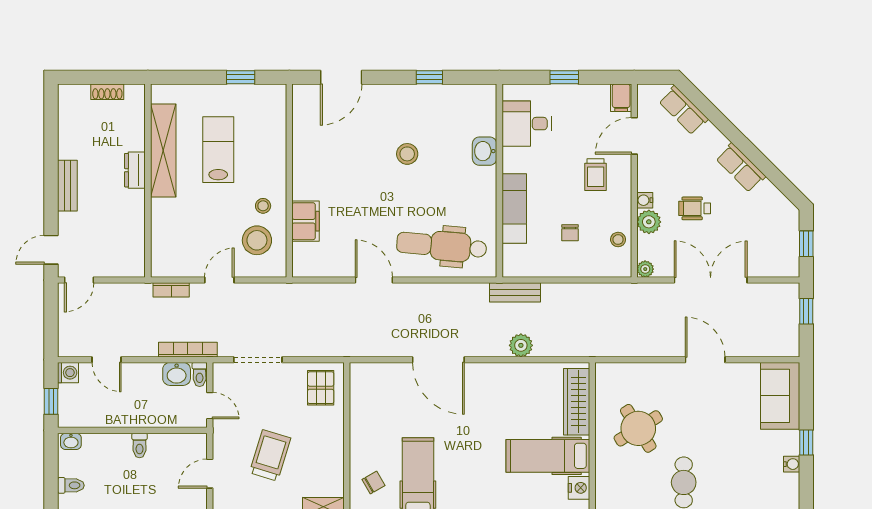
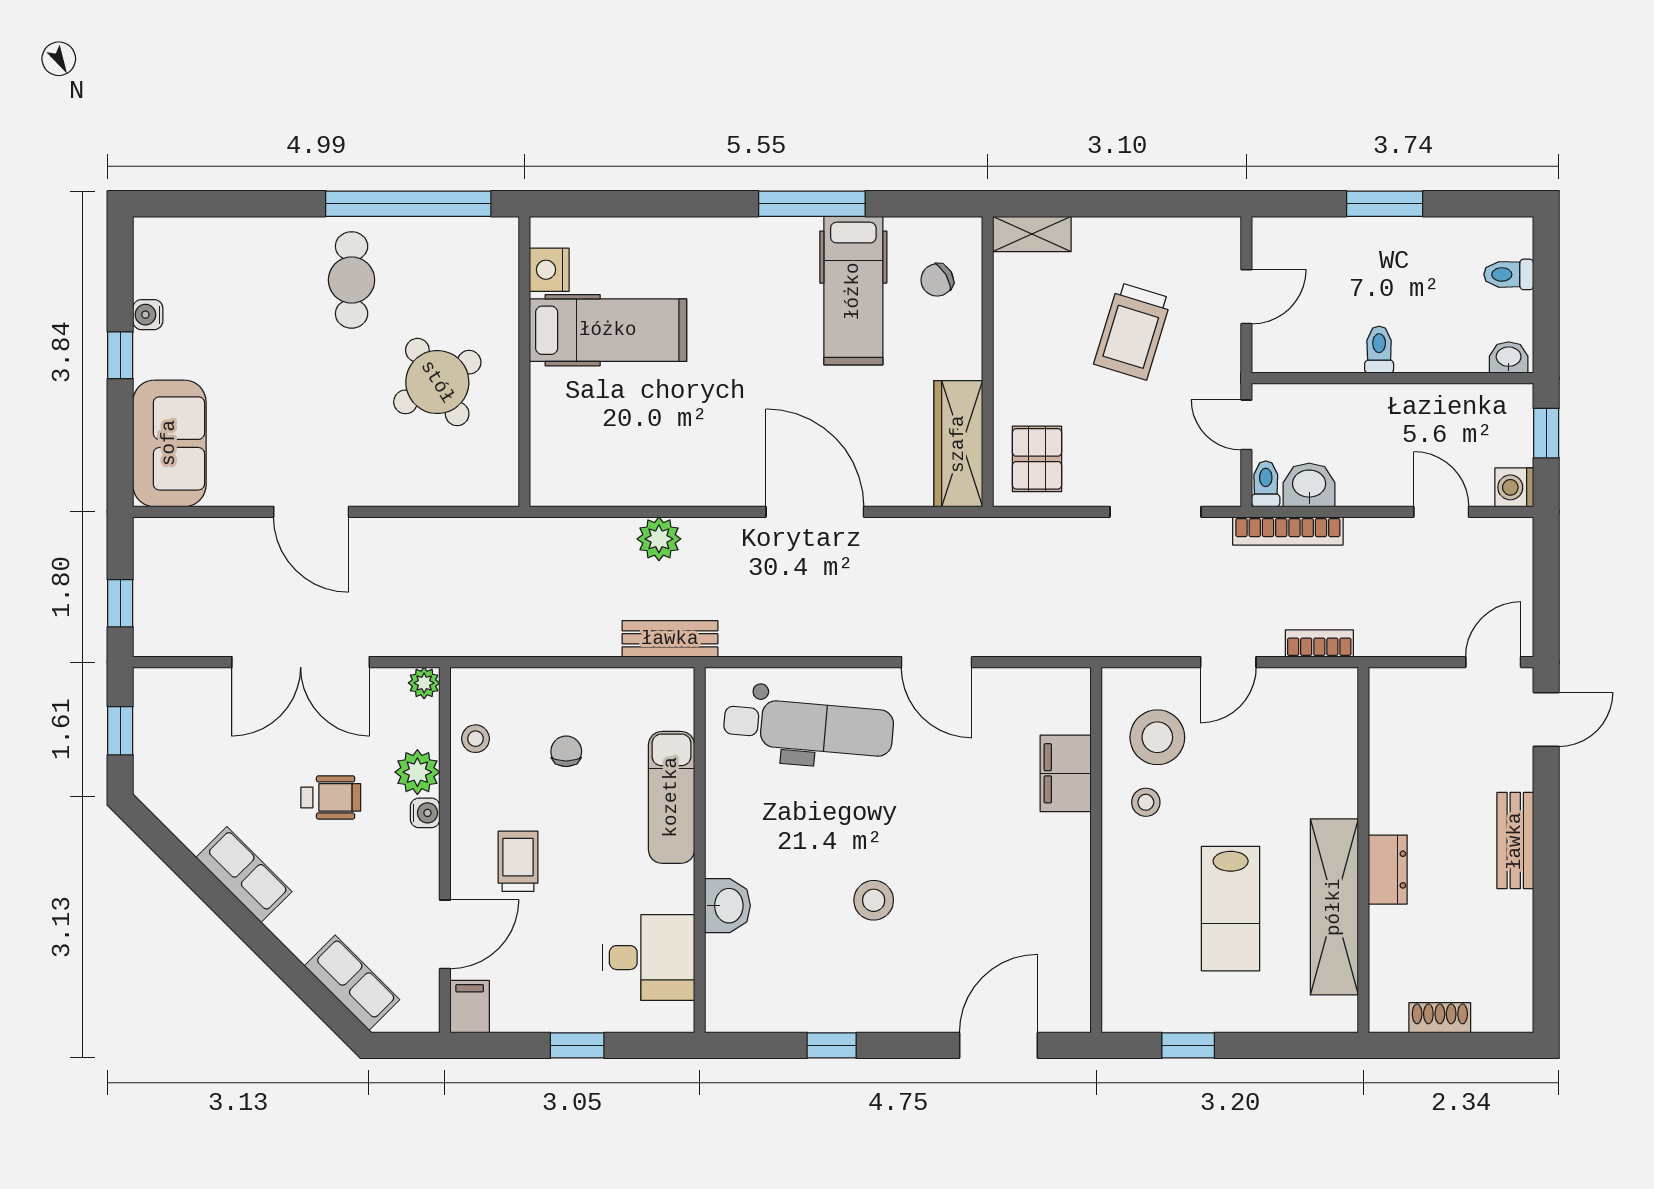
wardrobe: (577, 402) -> (958, 444), moved, turned 180

